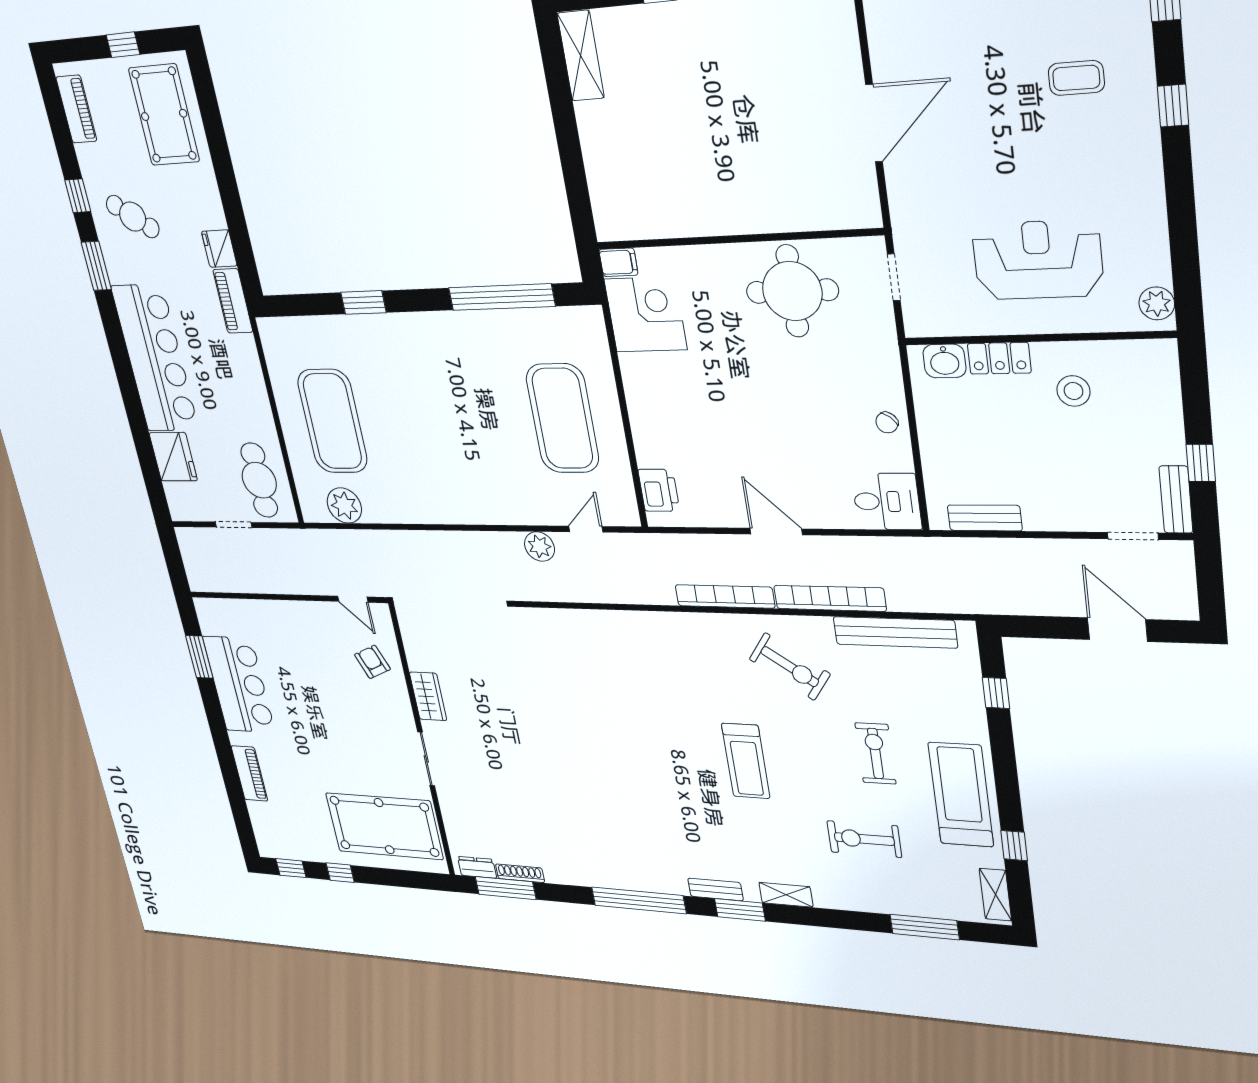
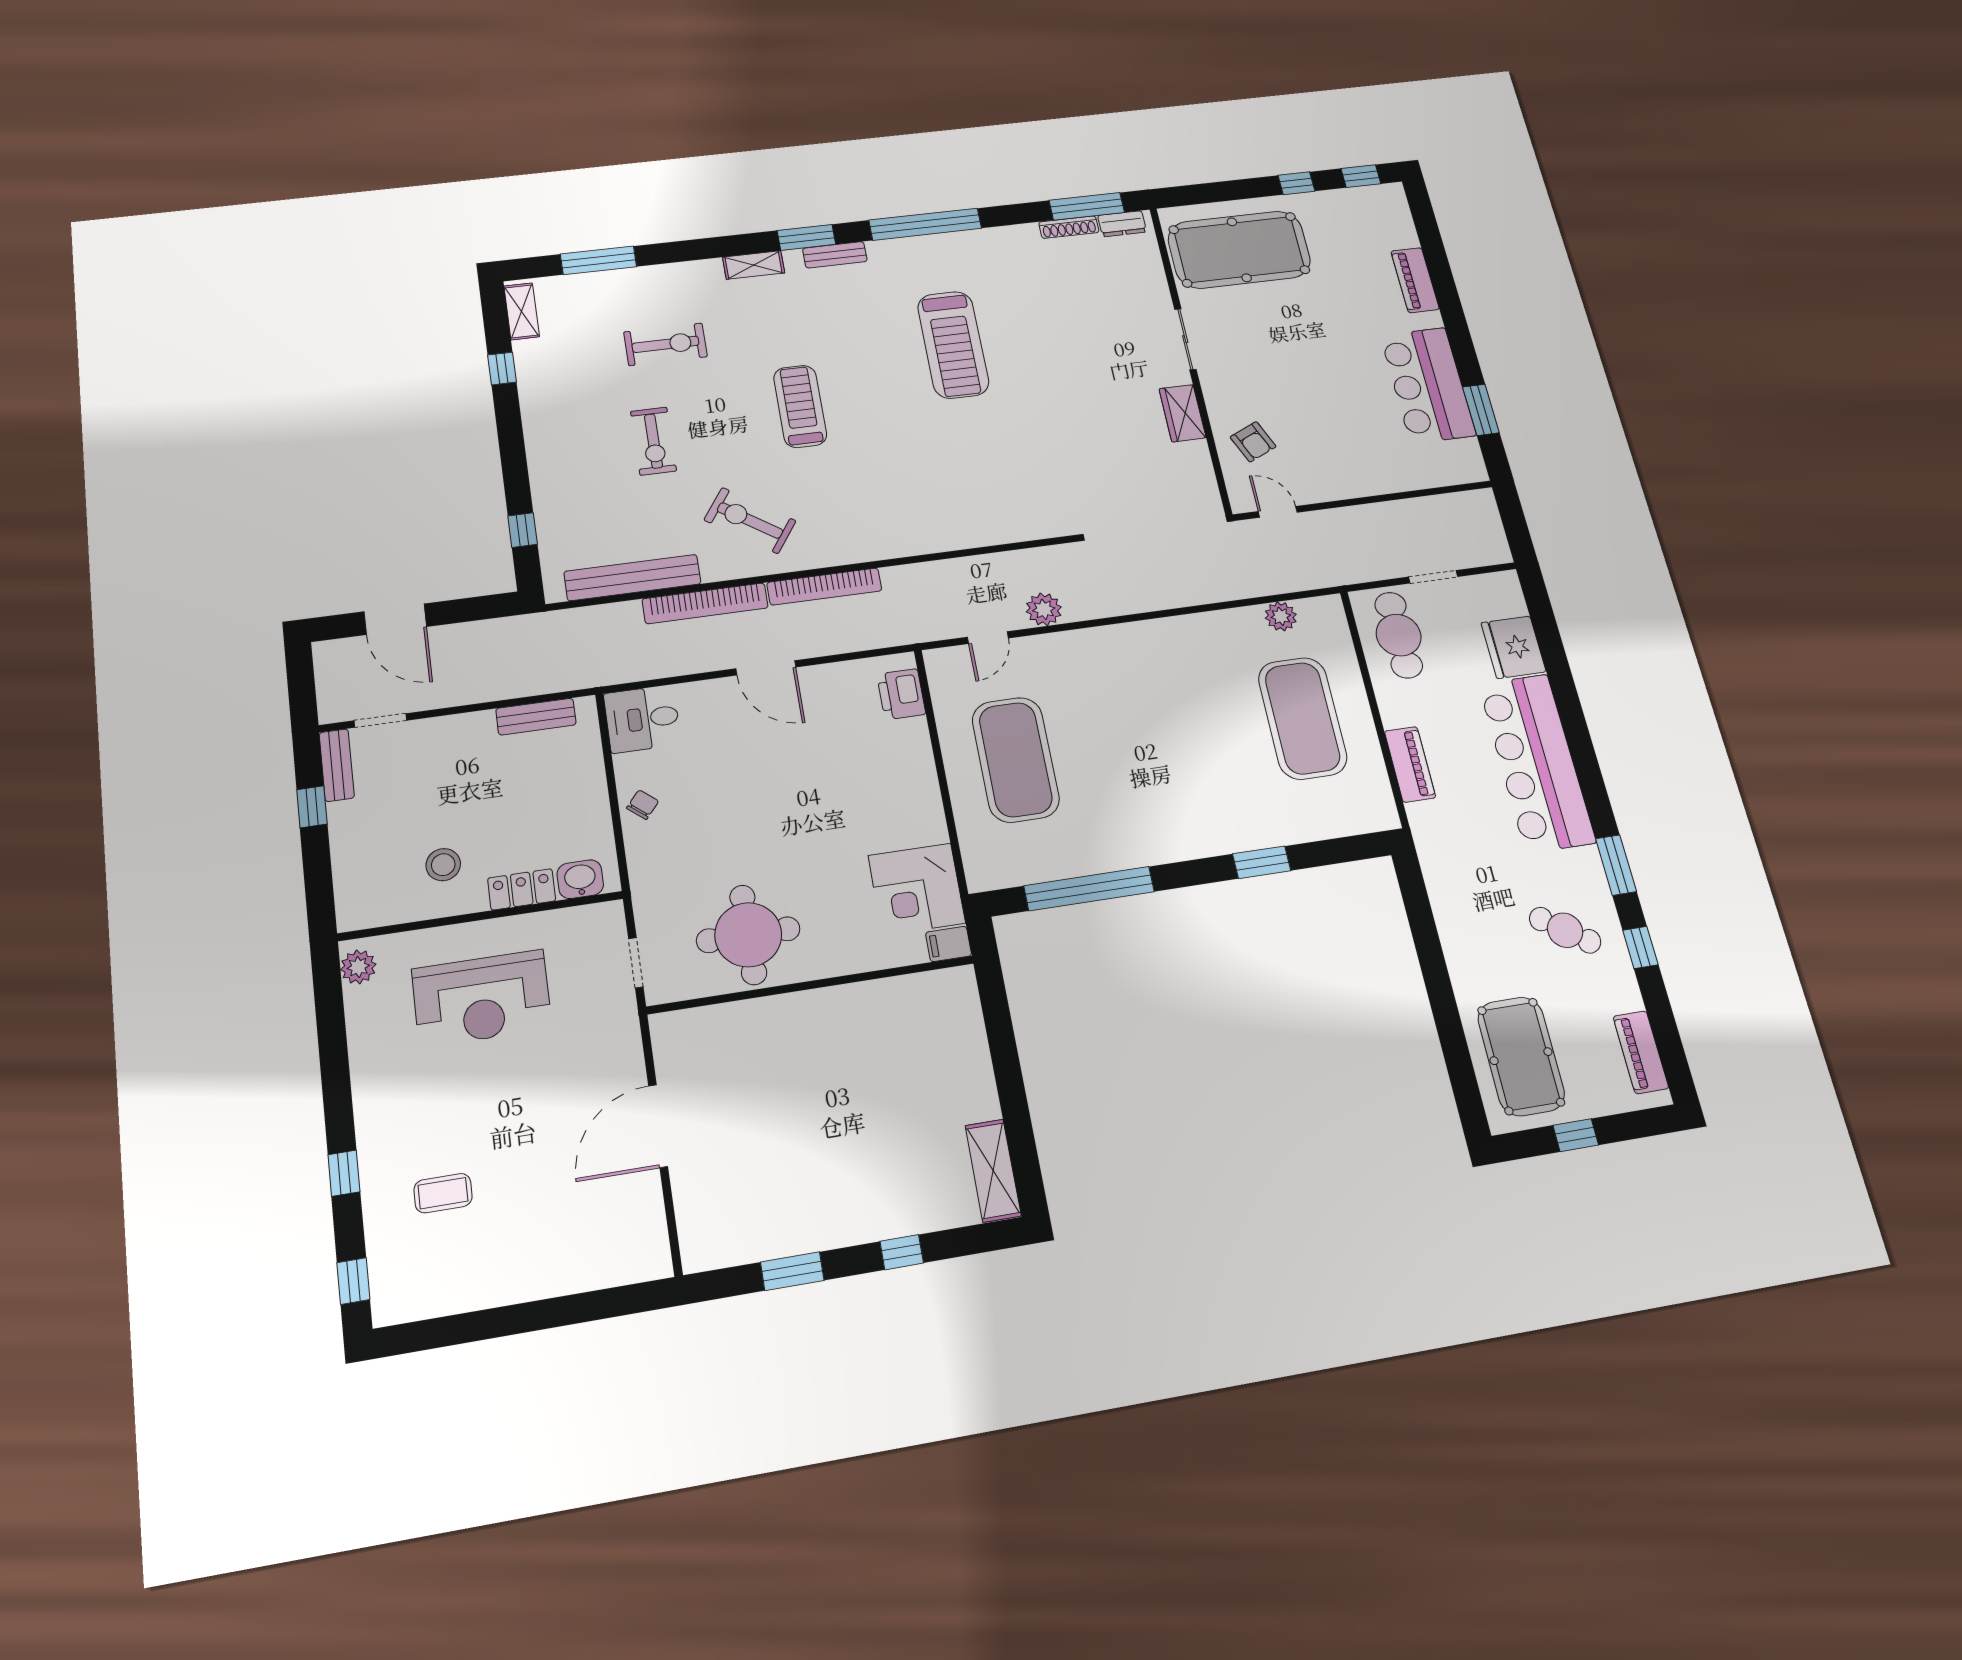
fridge: (219, 249) -> (1449, 904), removed
piano: (233, 301) -> (1410, 764), moved
plant: (344, 506) -> (1281, 616), width x0.73, depth x0.73
treadmill: (961, 795) -> (953, 345), moved

